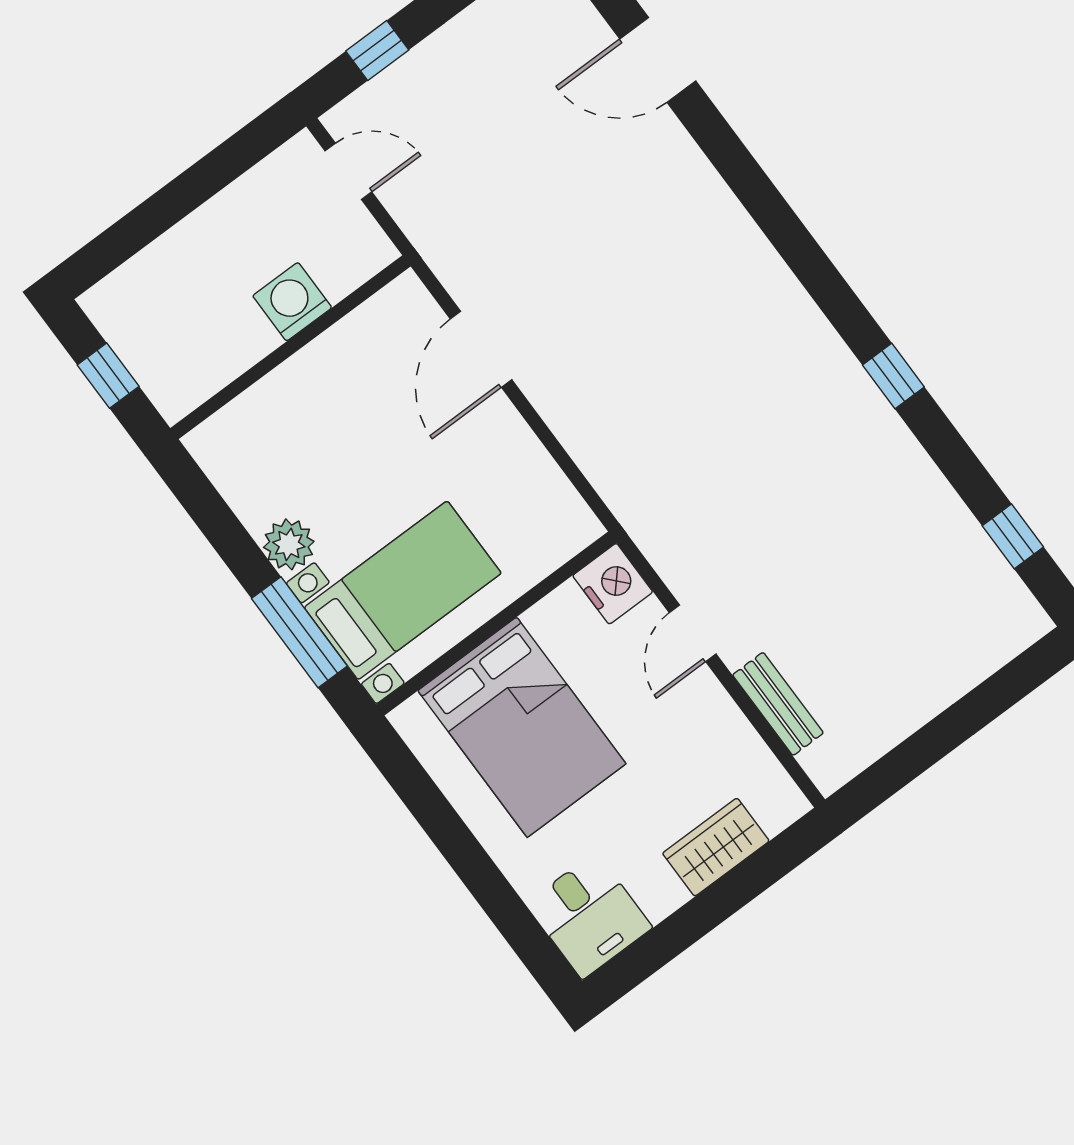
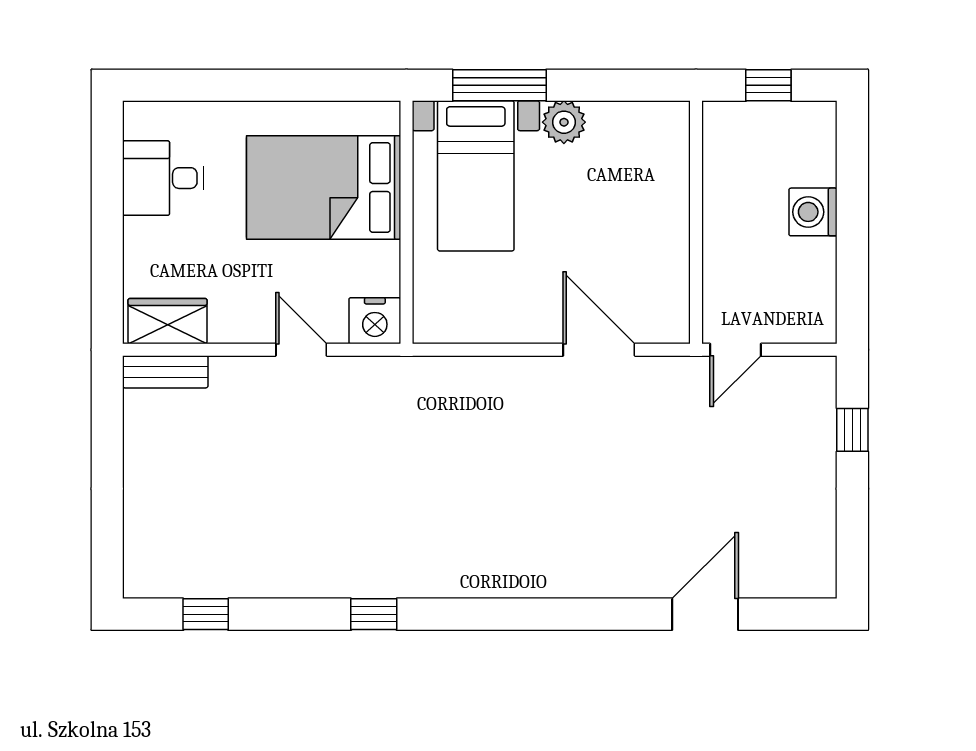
door: (348, 171) -> (735, 350), moved
washing machine: (292, 302) -> (813, 212), moved, turned 180
bench: (778, 704) -> (165, 372), moved
wardrobe: (716, 847) -> (168, 321), moved, turned -90
desk: (589, 916) -> (163, 178), moved

